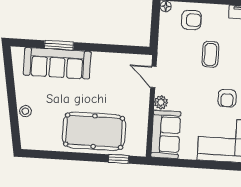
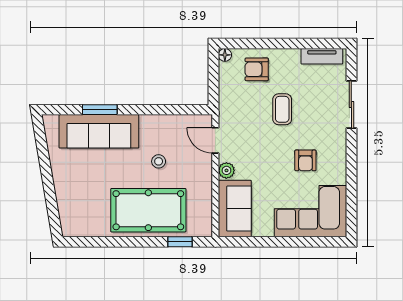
armchair: (191, 20) -> (257, 69), turned 180
stool: (25, 111) -> (159, 161), moved

